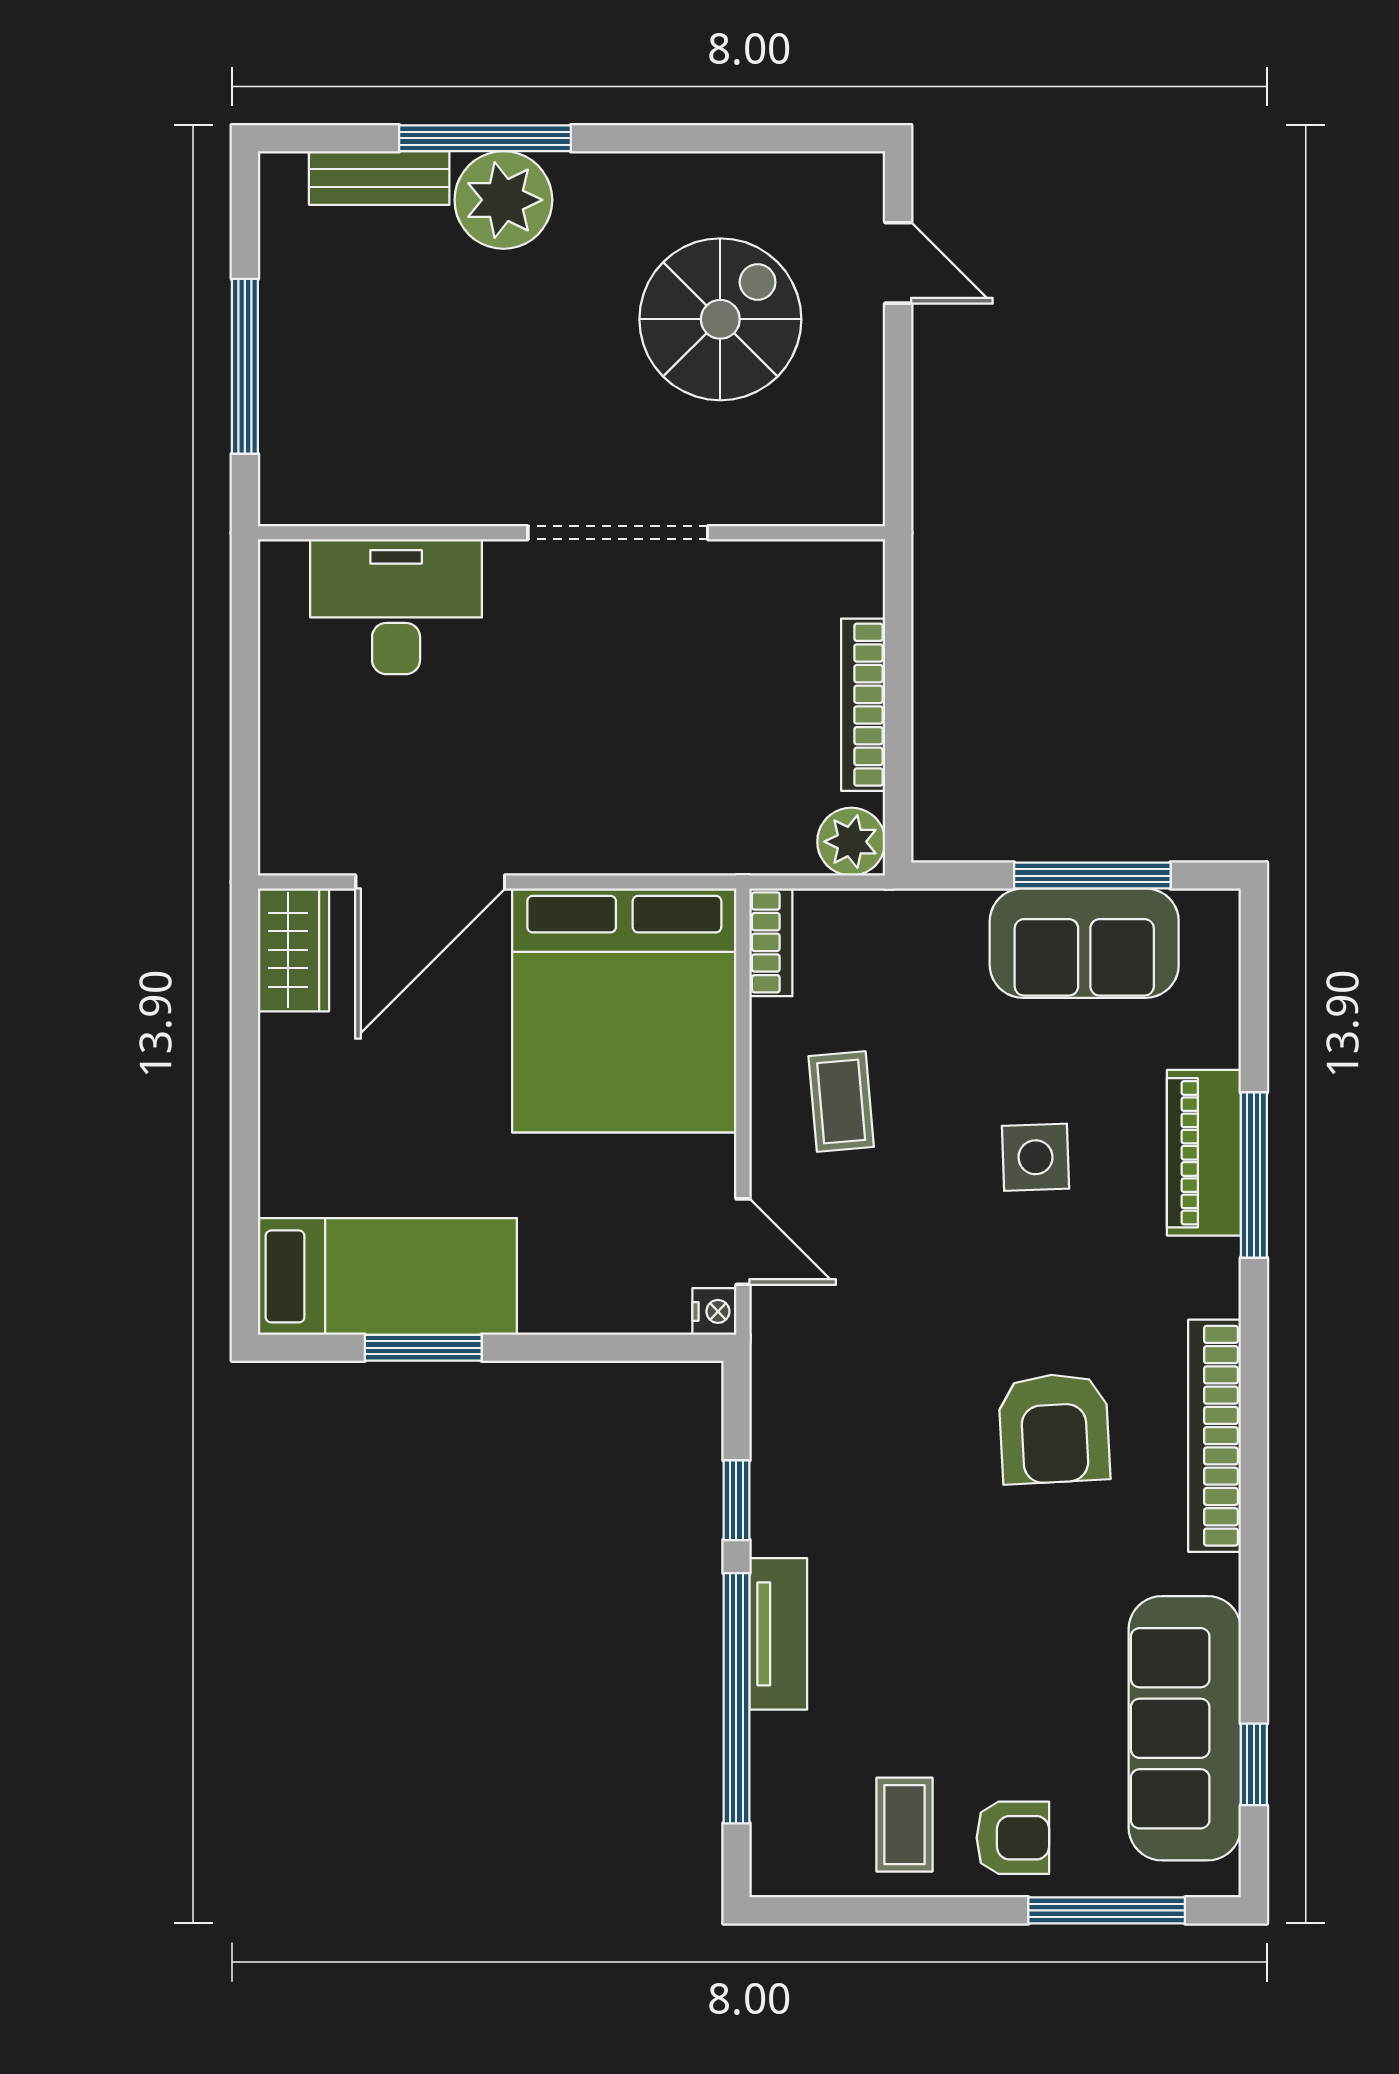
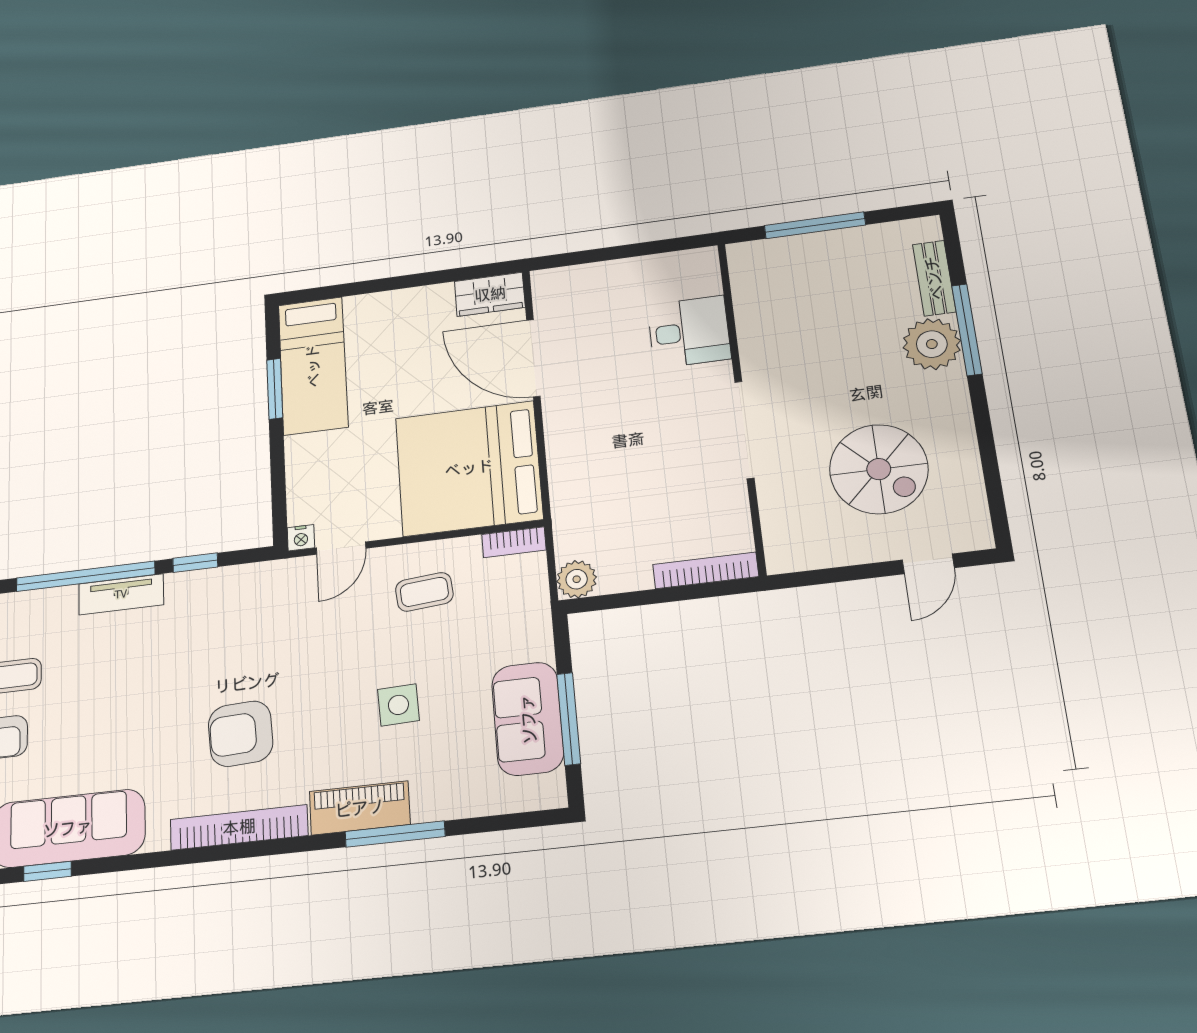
desk: (396, 607) -> (689, 332), width x0.73
bookcase: (863, 705) -> (706, 570), moved
piano: (1204, 1153) -> (360, 808), moved

